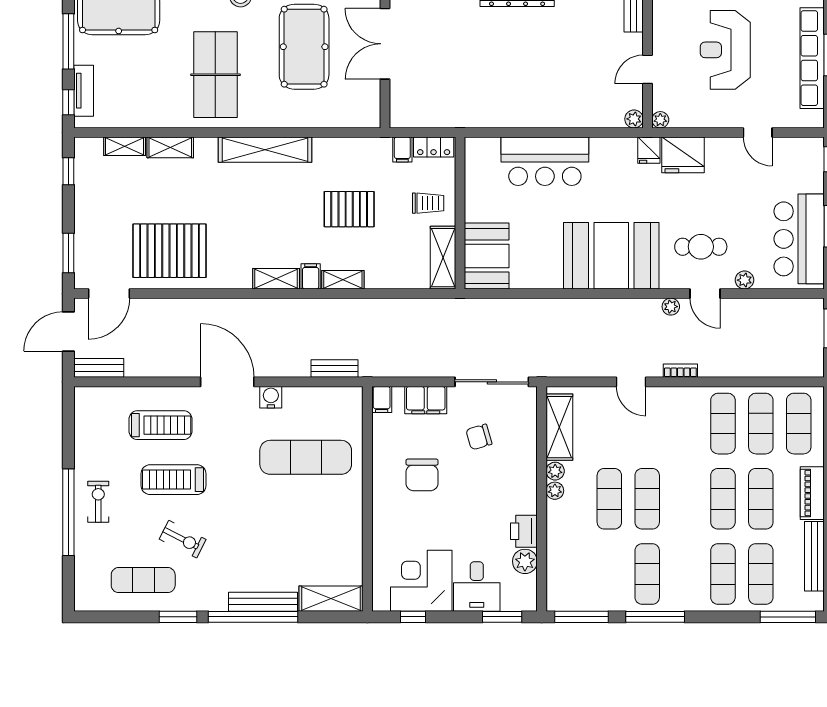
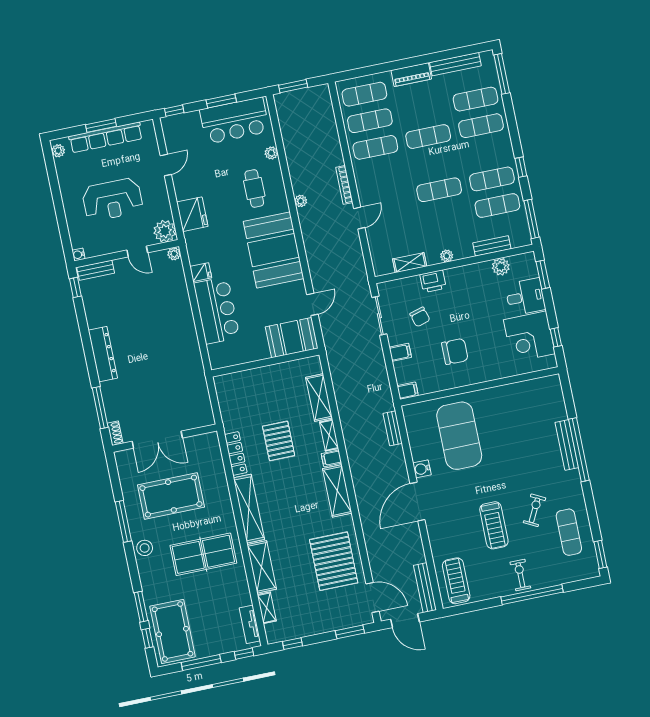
tv unit: (84, 91) -> (250, 624), moved, turned -90
plant: (660, 120) -> (165, 231), width x1.88, depth x1.88
shelving: (170, 147) -> (262, 567), width x1.50, depth x1.33
locker: (434, 147) -> (236, 454), moved, width x1.53
filing cabinet: (402, 149) -> (229, 412), removed
fridge: (649, 150) -> (201, 272), moved
trolley: (428, 203) -> (263, 386), removed
shelving: (443, 258) -> (319, 398), moved, turned 90
shelving: (276, 279) -> (337, 491), width x1.50, depth x1.33
door: (705, 294) -> (312, 304), moved
bench: (99, 368) -> (425, 588), width x1.36
bookcase: (680, 371) -> (344, 185), width x1.56
sliding door: (492, 382) -> (379, 316), width x0.73
filing cabinet: (426, 400) -> (400, 352), width x0.50
treadmill: (161, 425) -> (456, 581), moved
shelving: (559, 427) -> (410, 263), width x0.67, depth x0.75
exercise mat: (306, 457) -> (459, 436), width x1.47
plant: (555, 471) -> (433, 258), removed
exercise mat: (609, 499) -> (497, 206), moved
exercise mat: (761, 499) -> (423, 110), removed
exercise bike: (98, 502) -> (520, 575), turned 90
printer: (524, 531) -> (433, 281), moved
bench: (556, 555) -> (492, 246), added
shelving: (331, 599) -> (555, 398), removed
window: (178, 617) -> (600, 554), moved
window: (655, 617) -> (521, 167), width x0.46

